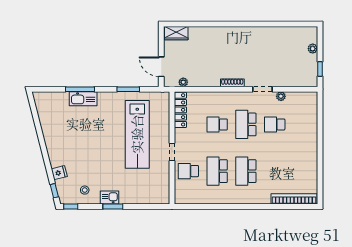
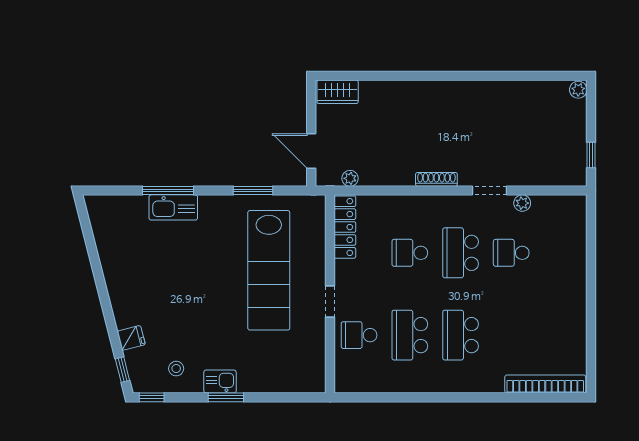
plant: (313, 49) -> (578, 90), moved

